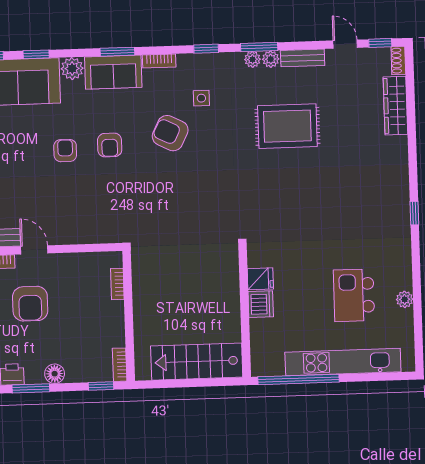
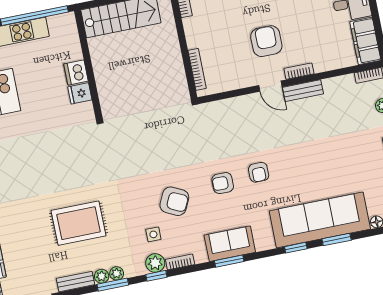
bookcase: (159, 61) -> (180, 262), moved
plant: (72, 69) -> (155, 263), moved
armchair: (110, 145) -> (223, 183), turned -90
bookcase: (117, 284) -> (197, 69), width x1.56

